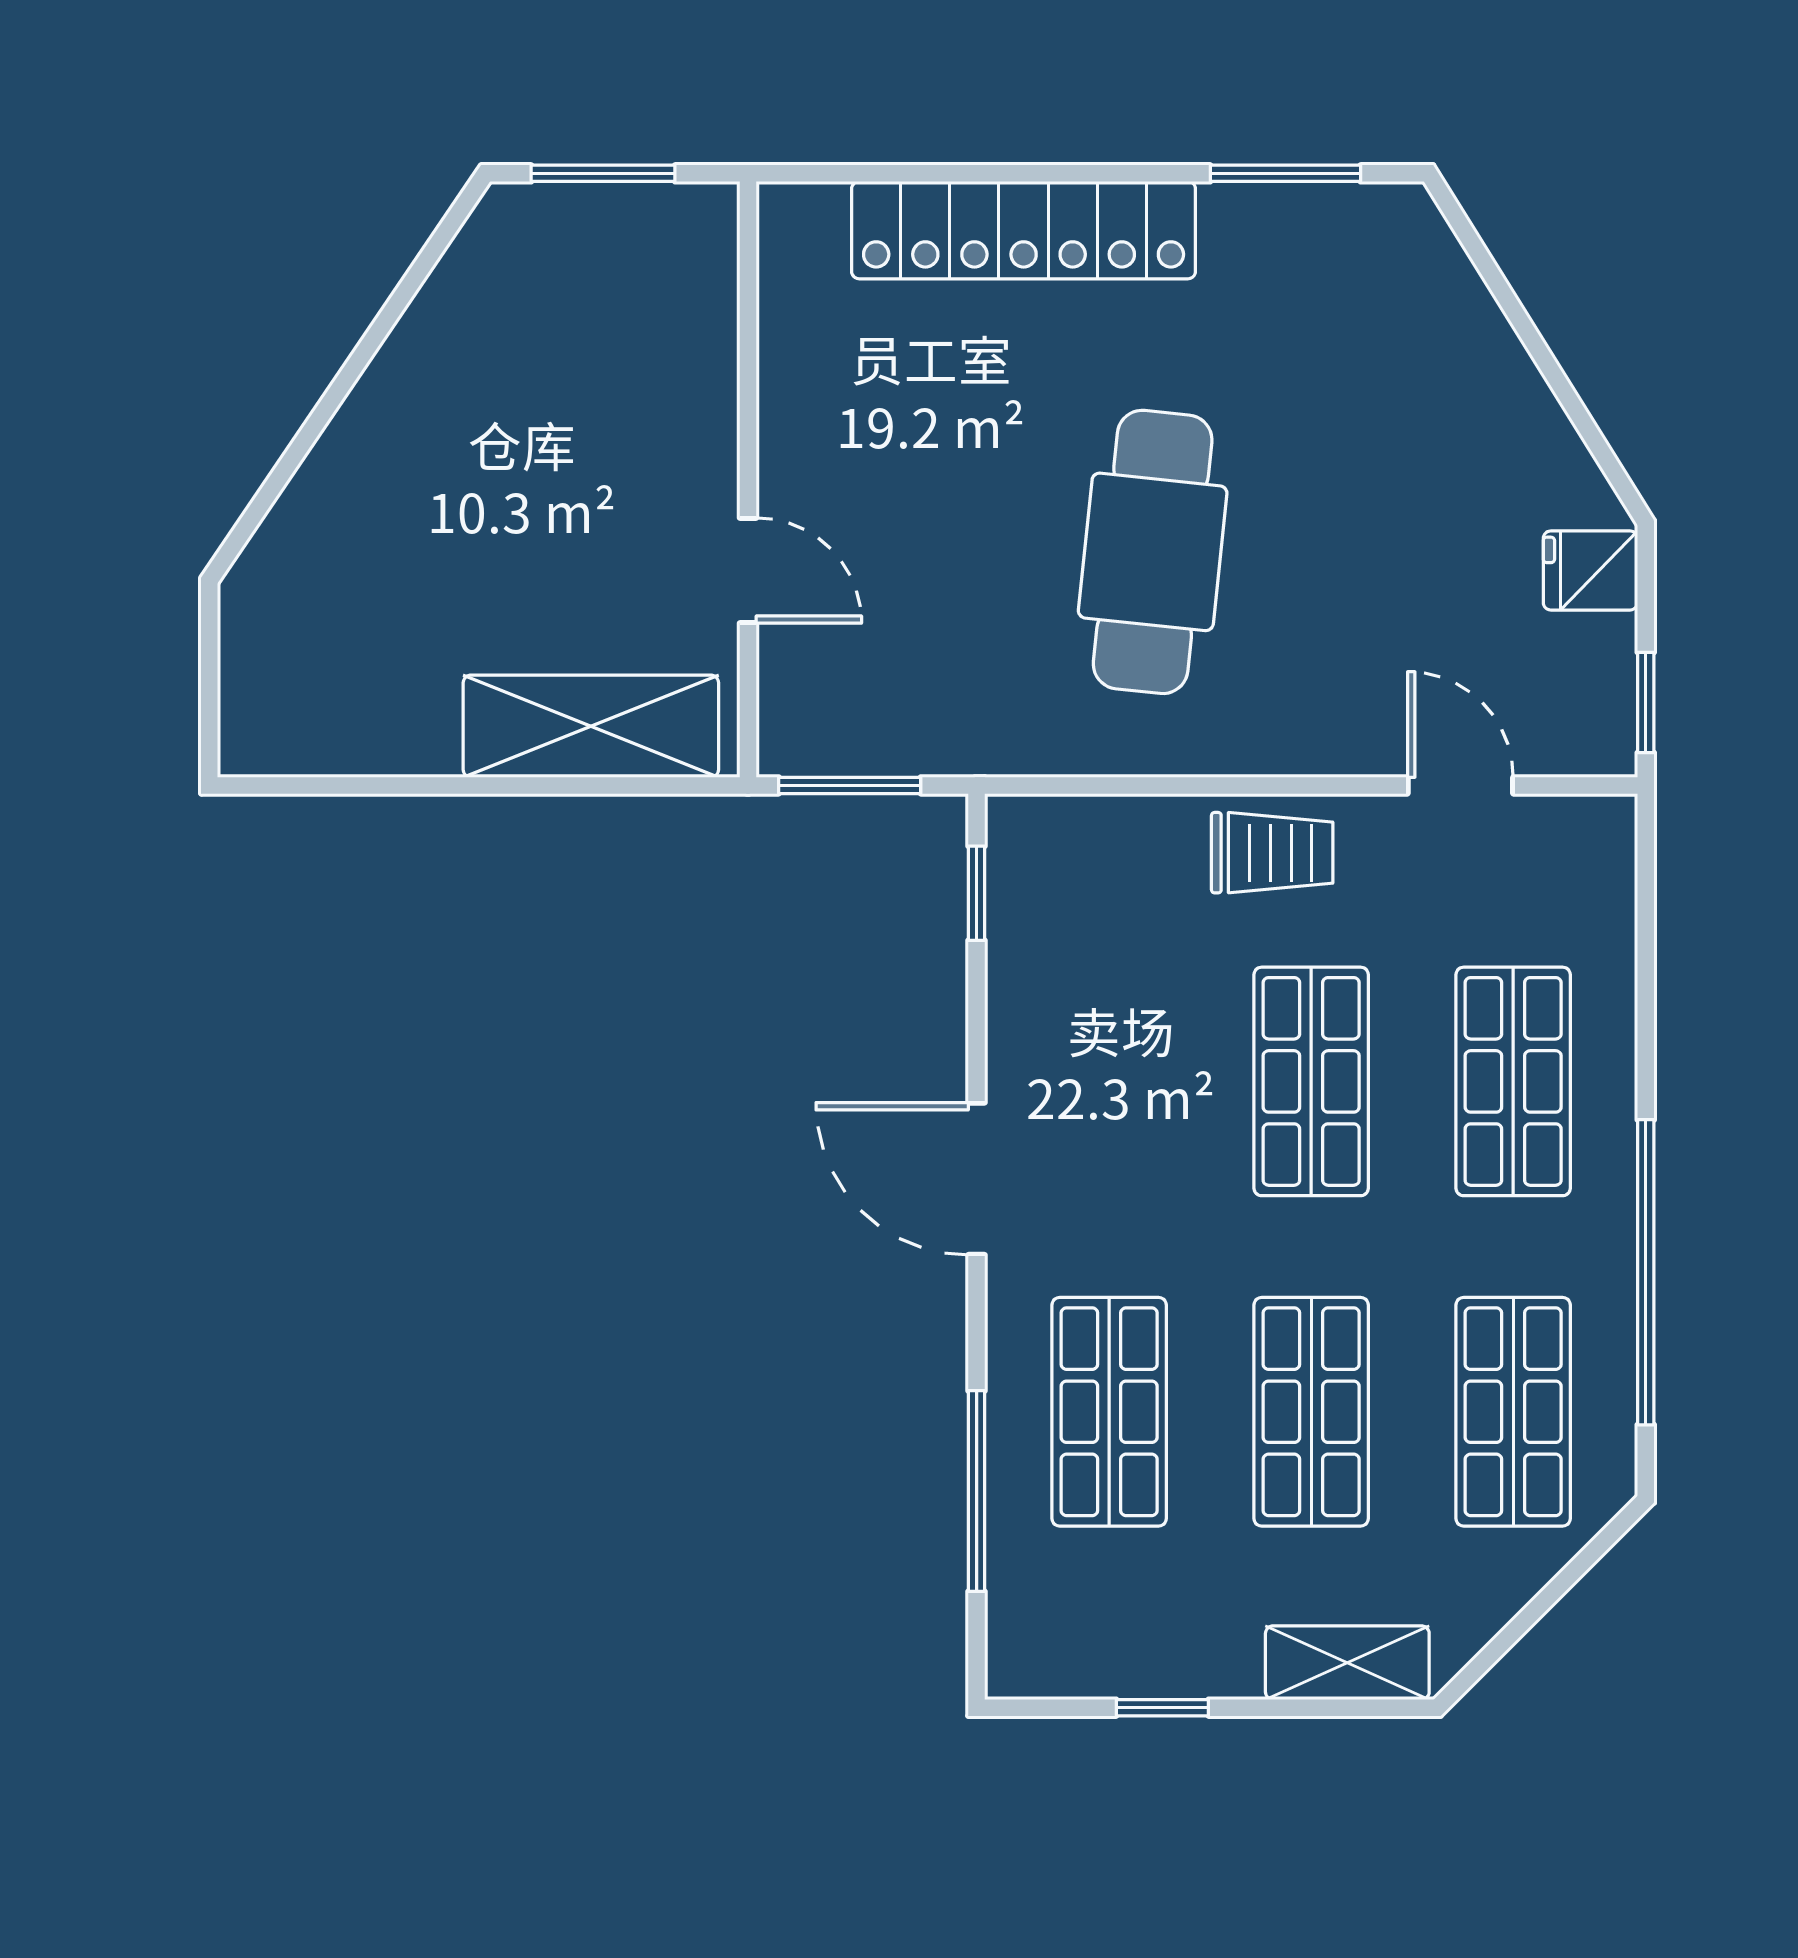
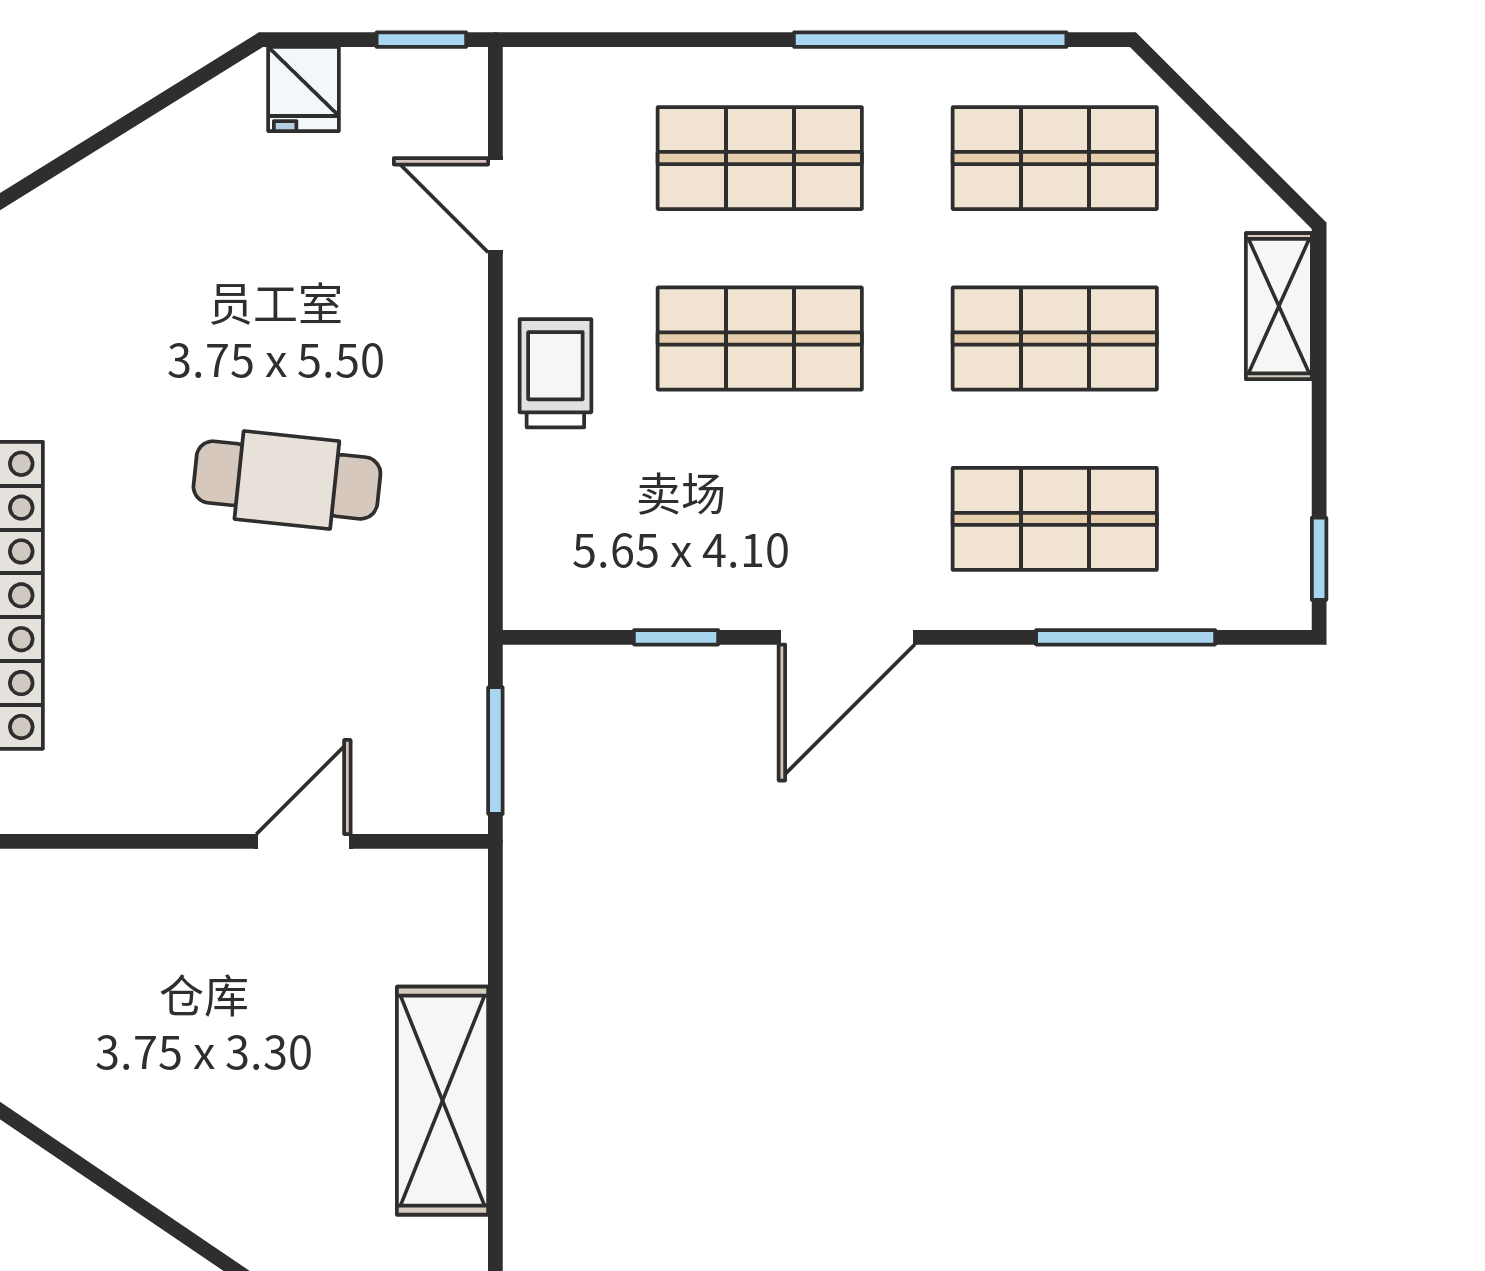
cafe table: (1153, 552) -> (287, 480), width x0.73, depth x0.74
shelving: (591, 726) -> (443, 1101), moved
door: (1460, 785) -> (495, 205), hinge flipped
window: (977, 893) -> (676, 637), moved
window: (1162, 1708) -> (1319, 559), moved

